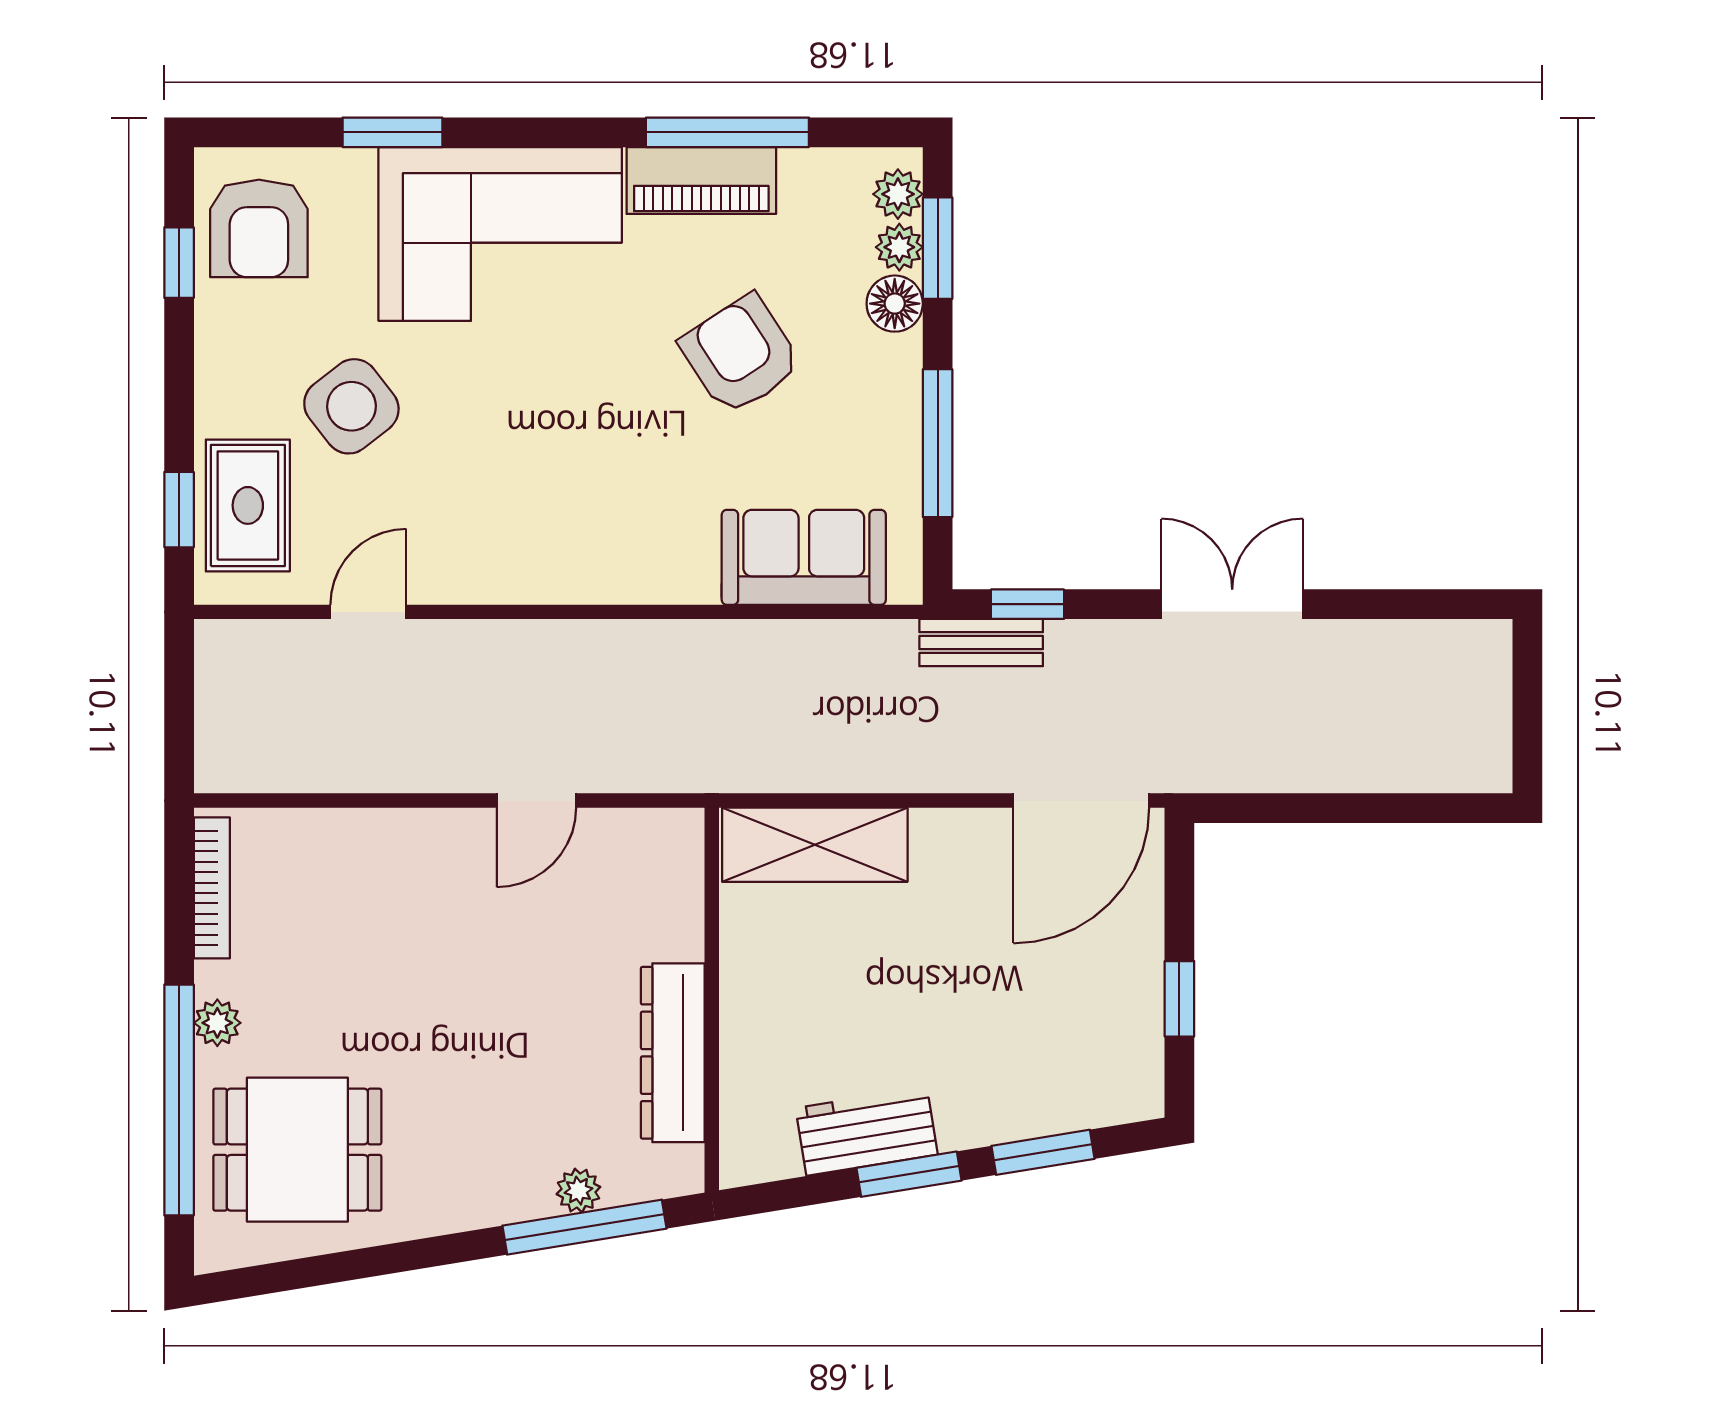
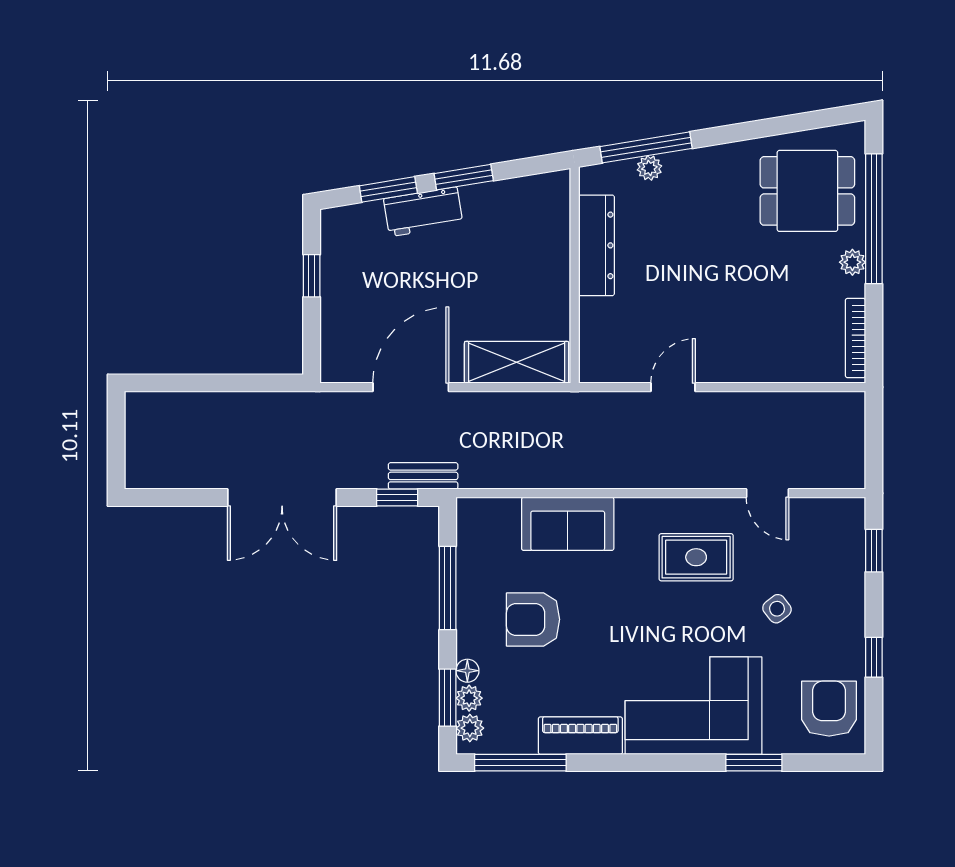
window: (727, 132) -> (520, 763), moved
window: (179, 263) -> (874, 657), moved
floor lamp: (895, 304) -> (467, 671), width x0.73, depth x0.73
armchair: (741, 355) -> (533, 619), moved, turned 123
side table: (351, 406) -> (777, 609), width x0.54, depth x0.54
rug: (248, 505) -> (696, 557), moved, turned 90
sofa: (804, 557) -> (568, 524), moved
double door: (1232, 604) -> (282, 497), width x1.37
door: (368, 612) -> (768, 493), hinge flipped
door: (1081, 801) -> (411, 387), moved
workbench: (867, 1131) -> (423, 212), moved

